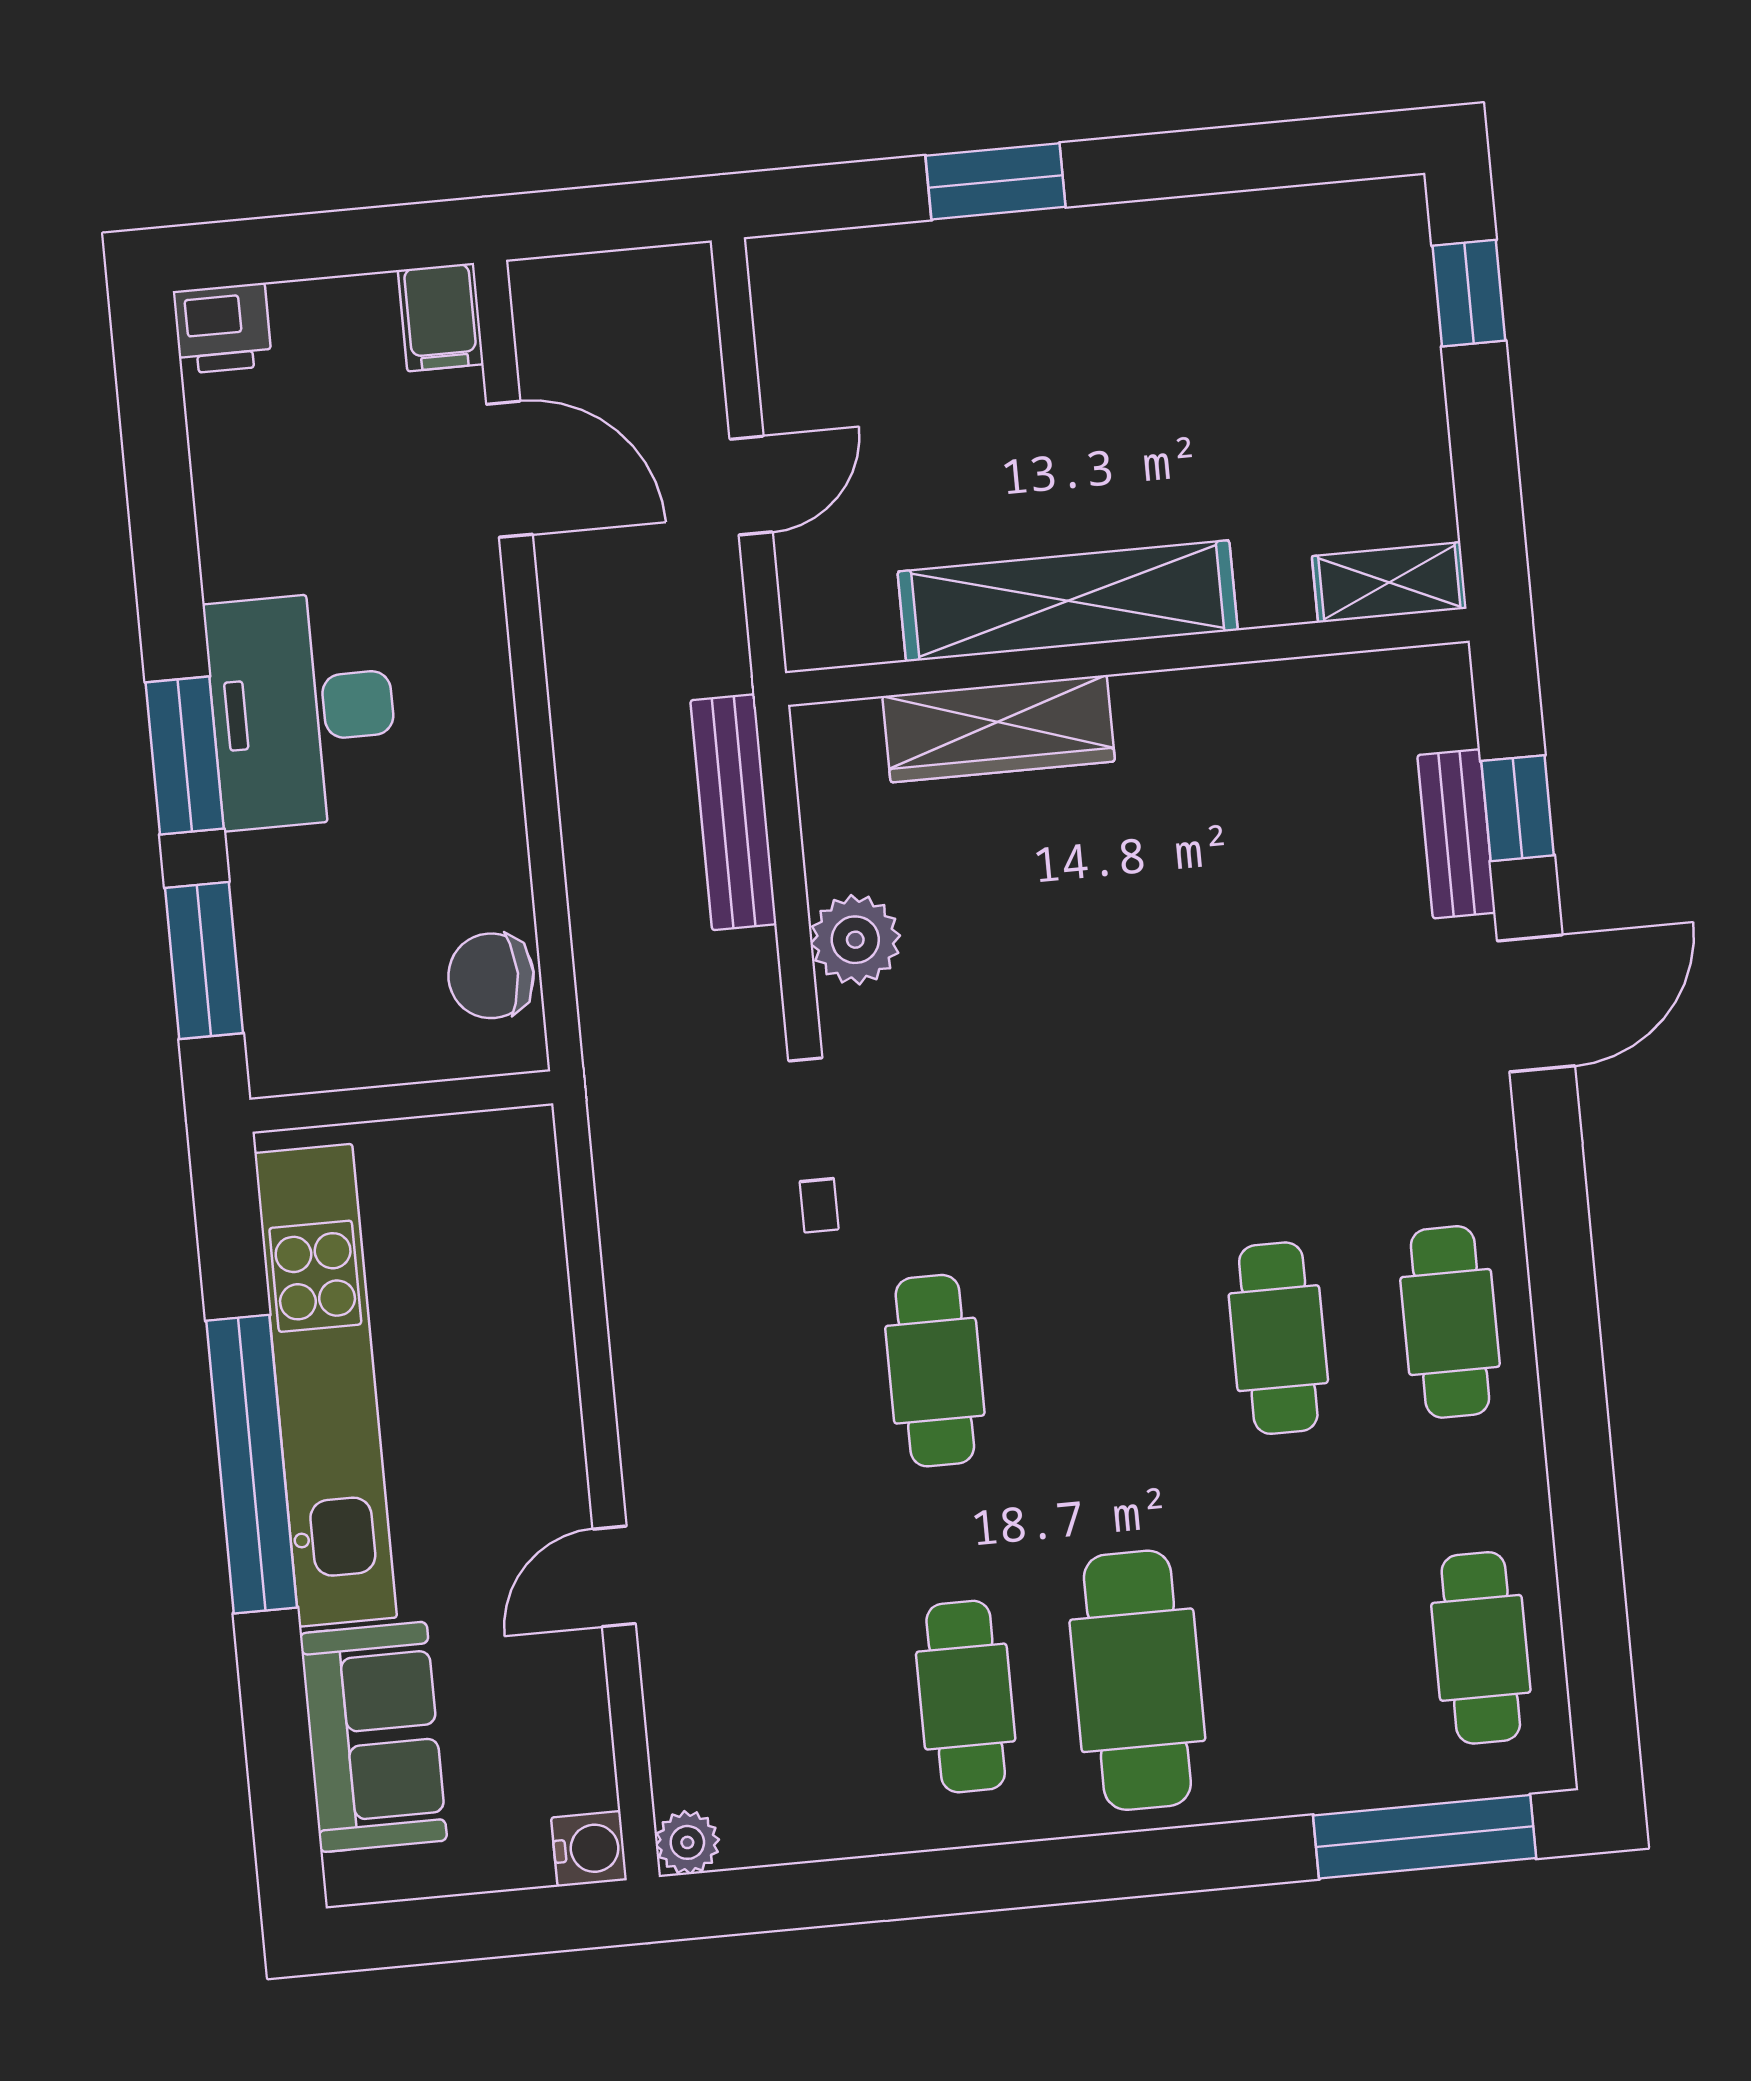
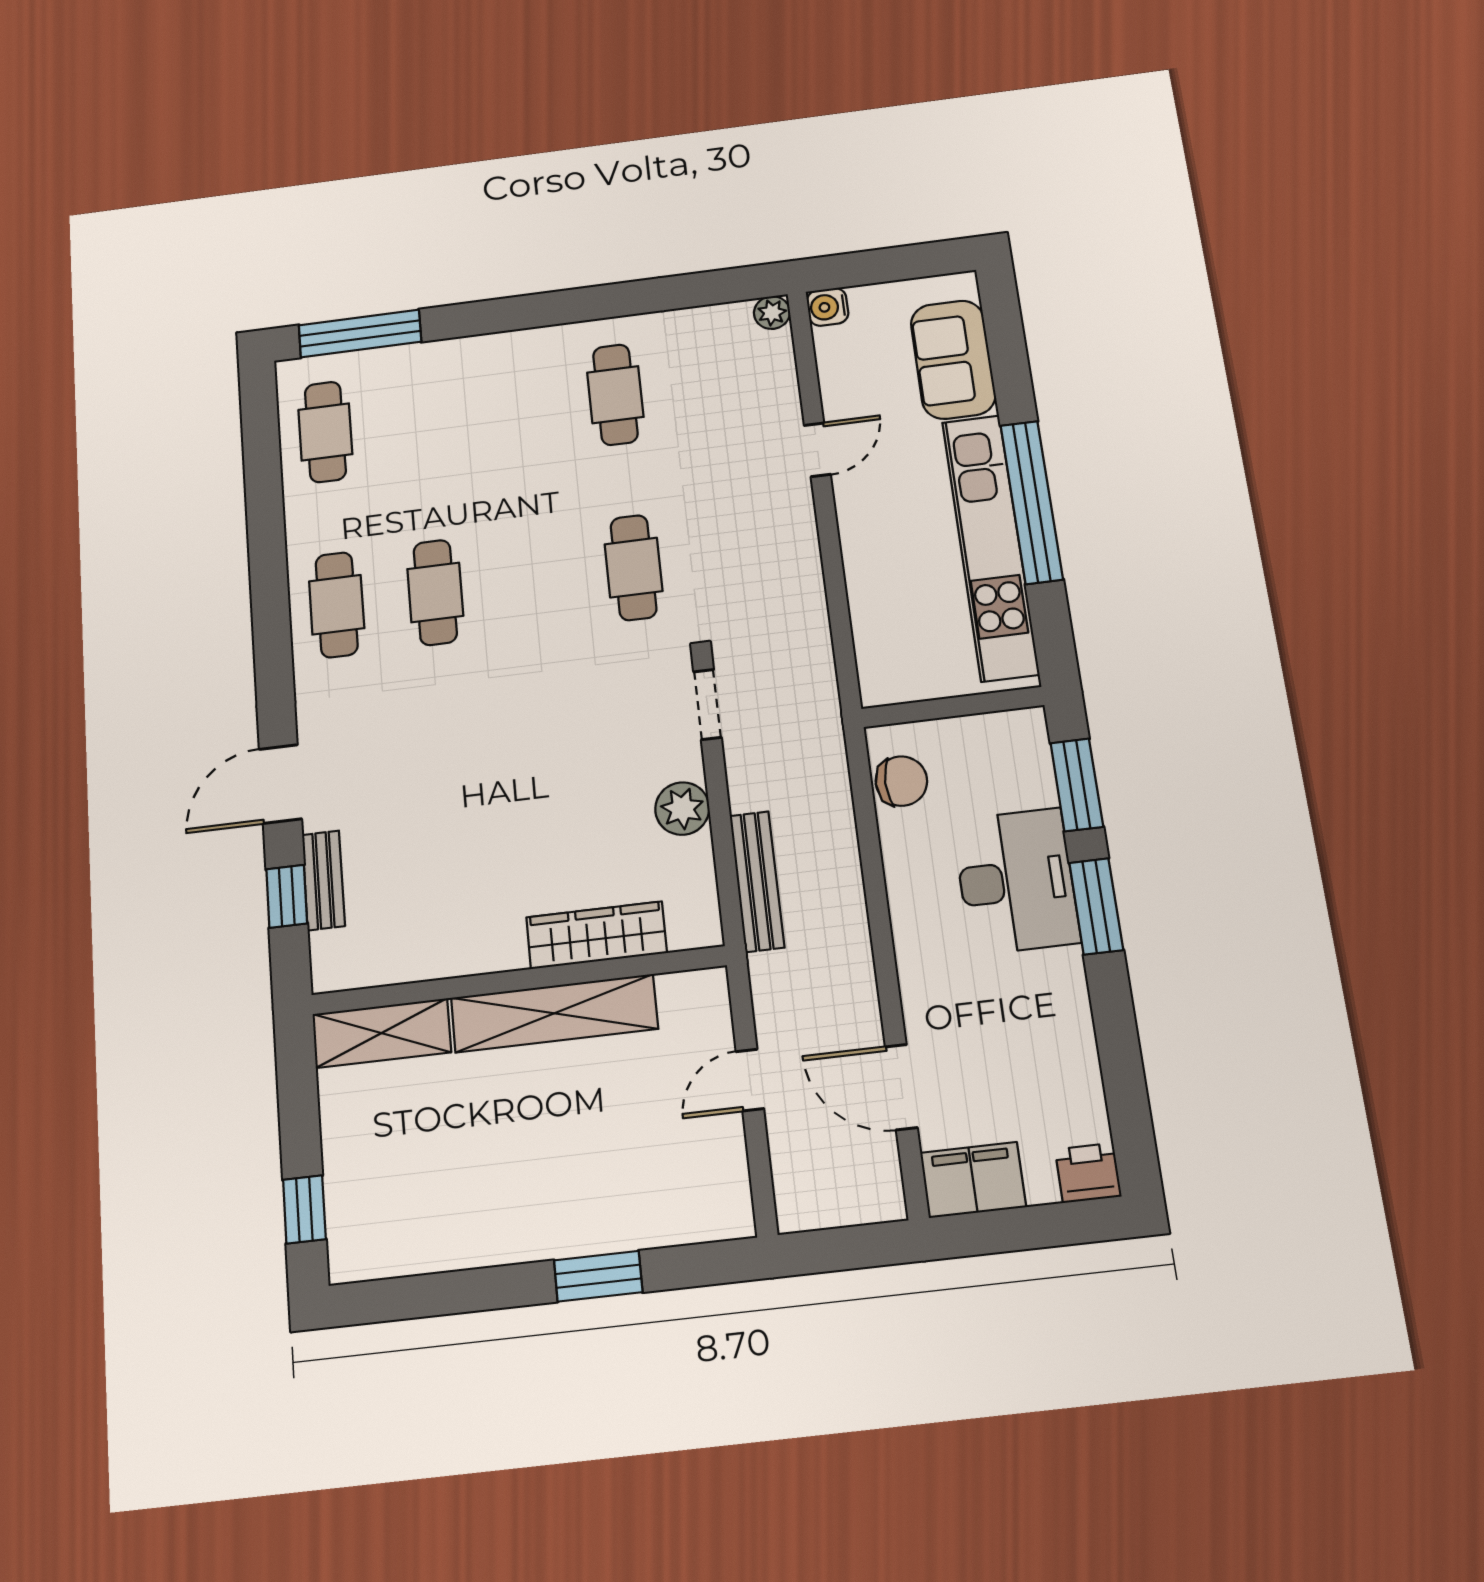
filing cabinet: (441, 317) -> (973, 1180), width x2.00
shelving: (1389, 582) -> (382, 1033), width x1.50, depth x1.33
desk: (302, 710) -> (1016, 881), moved
cafe table: (1137, 1680) -> (518, 407), removed

